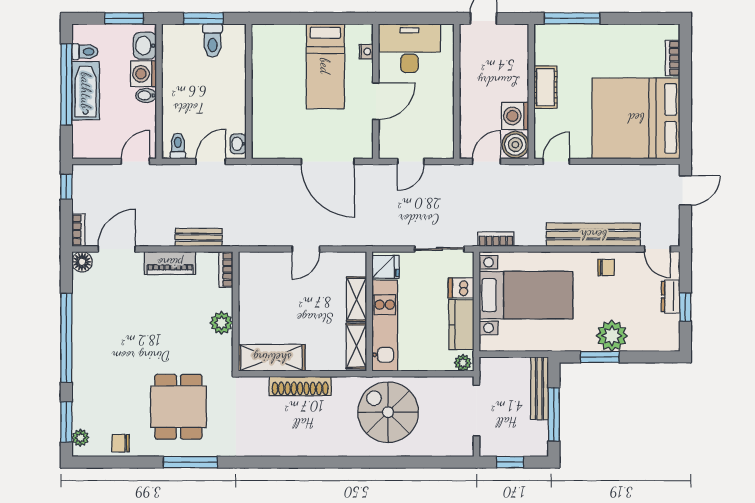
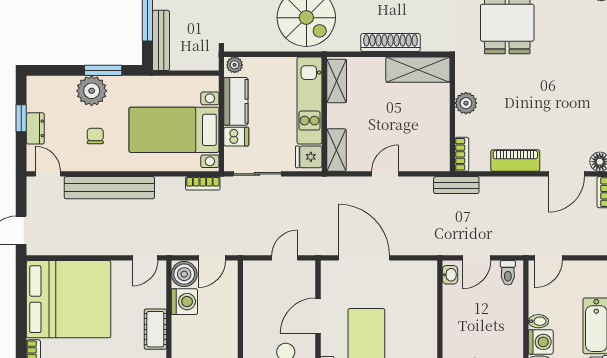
bench: (199, 237) -> (456, 185), moved
chair: (606, 267) -> (95, 136), moved, turned 90
shelving: (357, 299) -> (336, 150), moved

